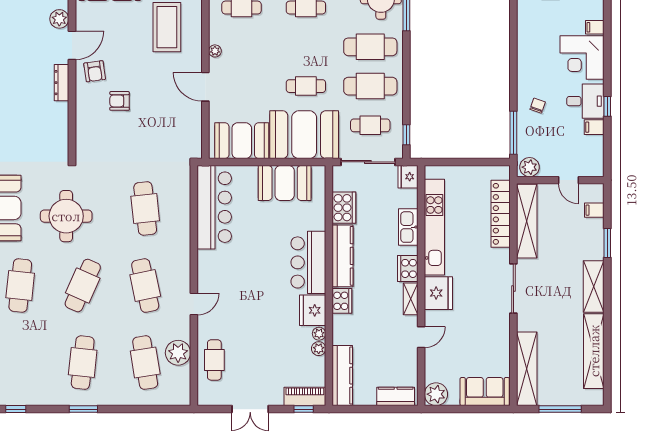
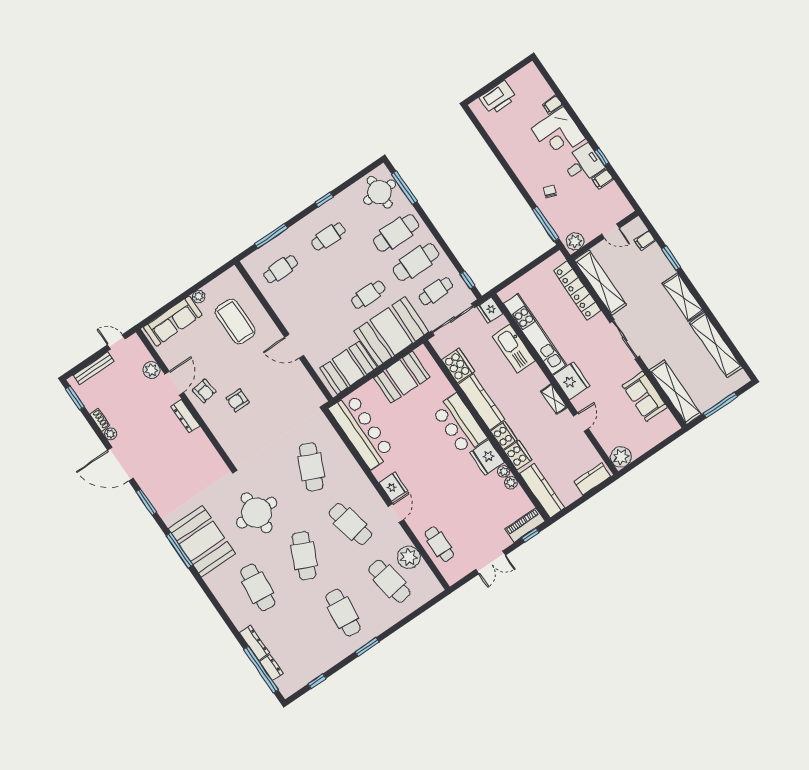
plant: (215, 51) -> (283, 315), removed
cafe table: (145, 208) -> (311, 467), turned 30
kitchen sink: (408, 227) -> (514, 348), width x1.36, depth x1.24
cooker: (408, 268) -> (518, 455), moved, turned 180
fridge: (208, 278) -> (393, 487), added
sofa: (485, 392) -> (645, 396), moved, turned -90

